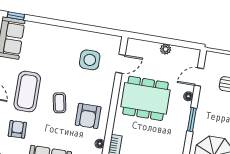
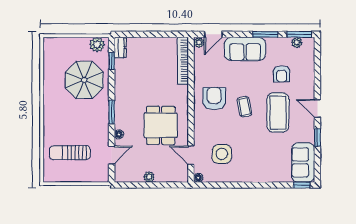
door: (120, 64) -> (191, 155), hinge flipped
dining table: (146, 98) -> (161, 125), width x0.73
floor lamp: (100, 144) -> (198, 178), moved

